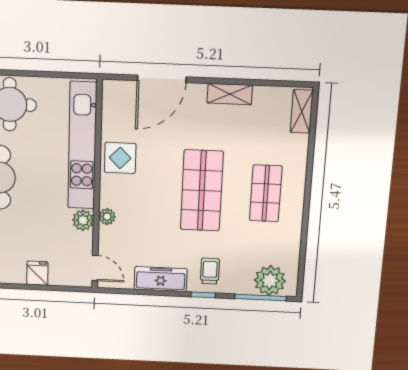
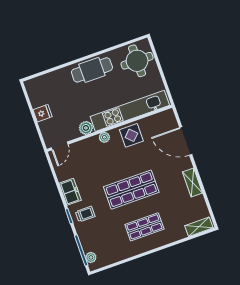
plant: (107, 217) -> (104, 137), moved
freezer: (161, 279) -> (70, 192), width x0.71
plant: (270, 281) -> (91, 257), width x0.53, depth x0.53

